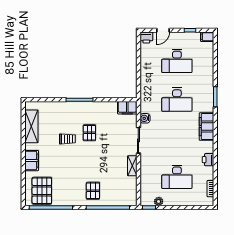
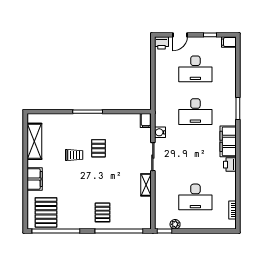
filing cabinet: (127, 108) -> (146, 121), width x0.50
printer: (208, 160) -> (230, 165), moved

